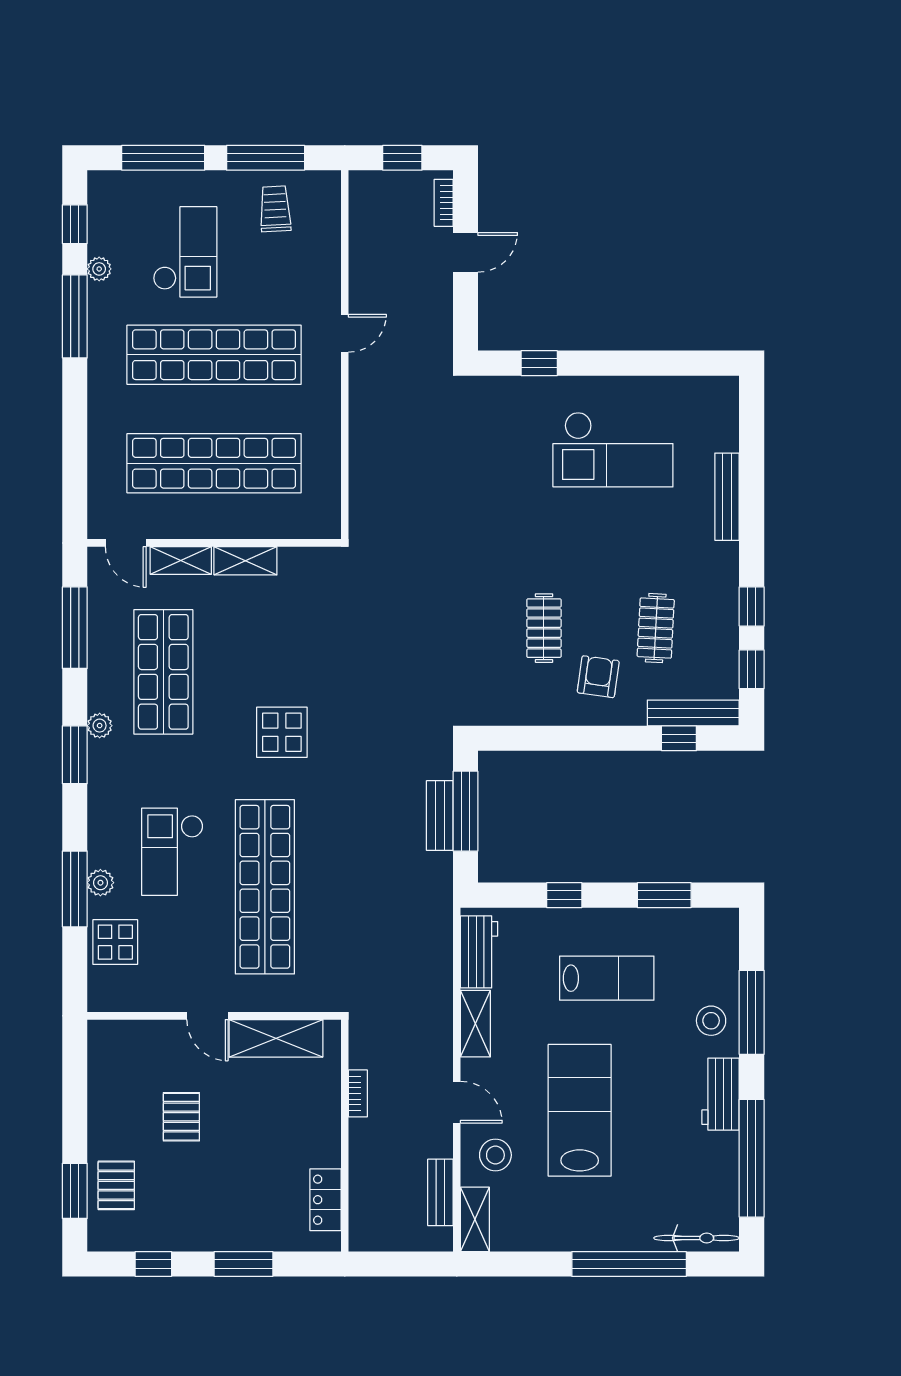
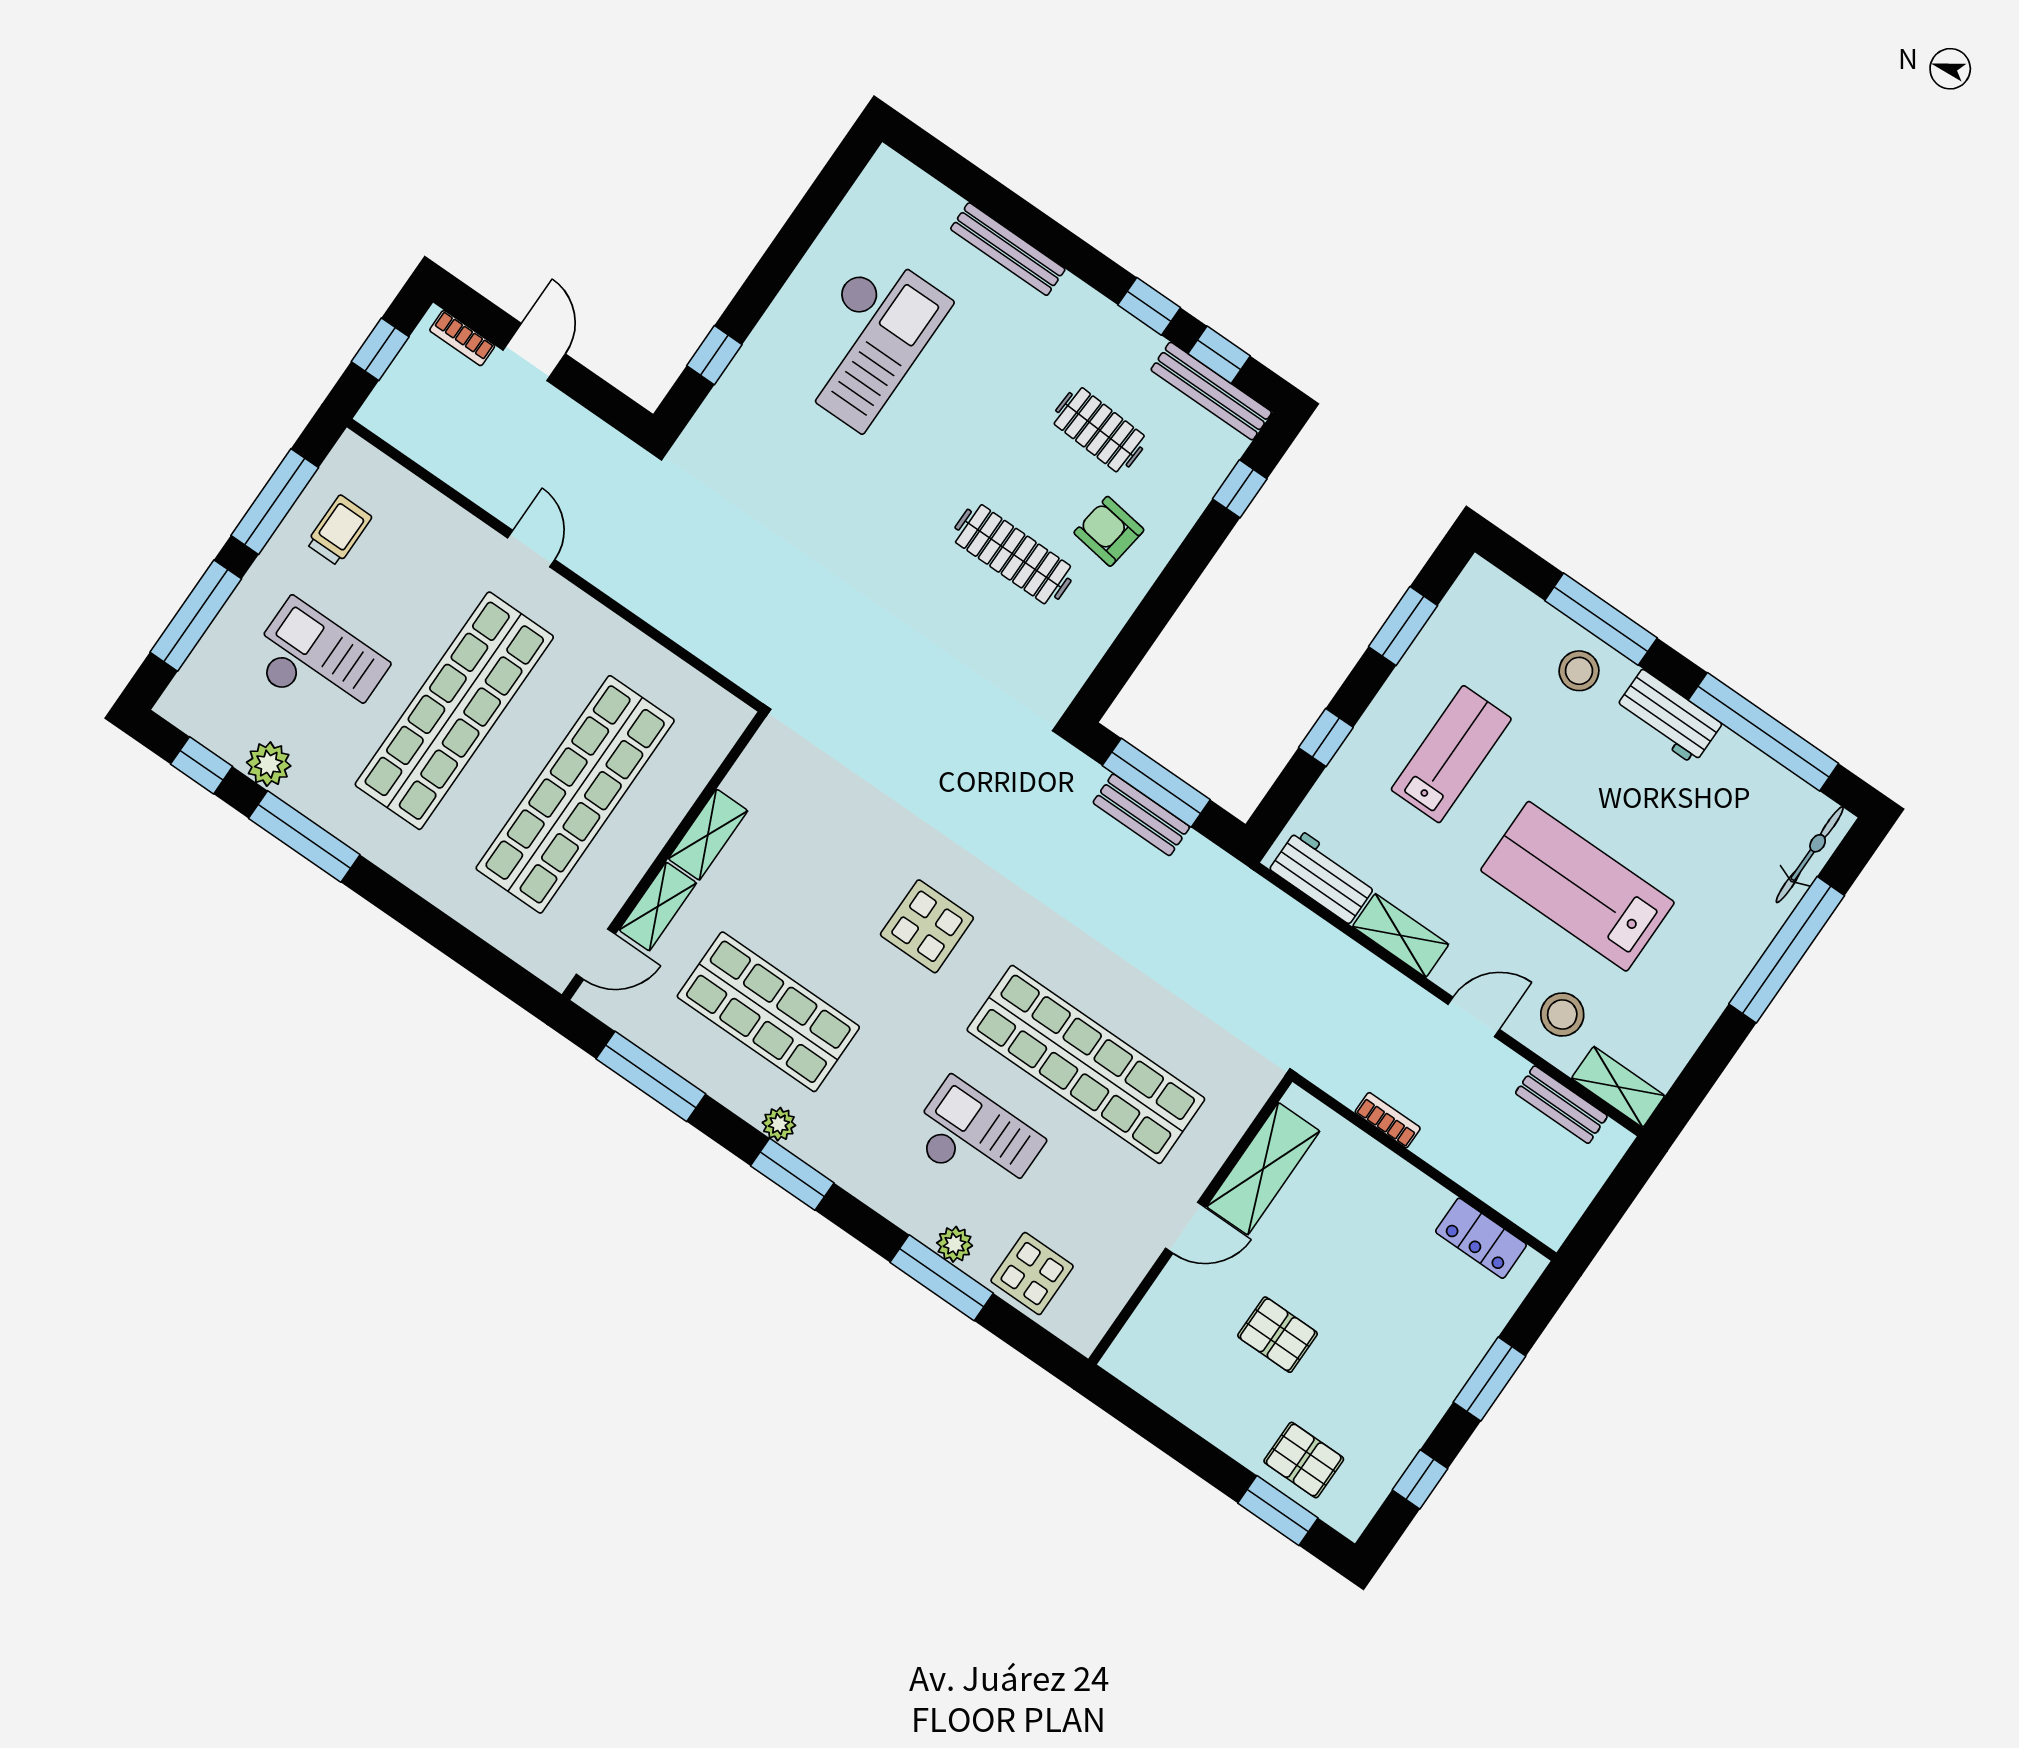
trolley: (275, 209) -> (339, 530), turned 93
plant: (99, 269) -> (269, 764), width x1.38, depth x1.38
clothes rail: (544, 628) -> (1013, 554), width x1.36
bench: (693, 713) -> (1211, 391), moved, turned 90
checkout: (172, 852) -> (976, 1140), turned 180

